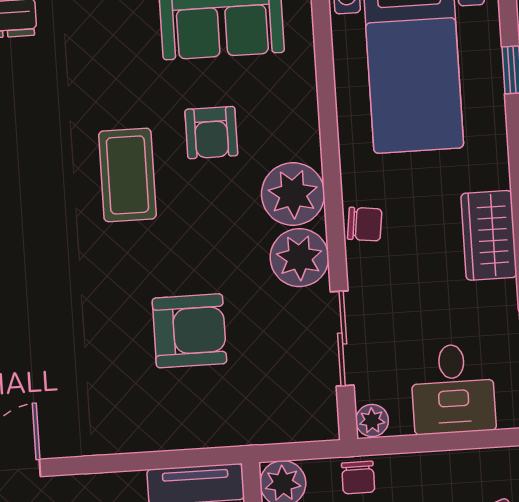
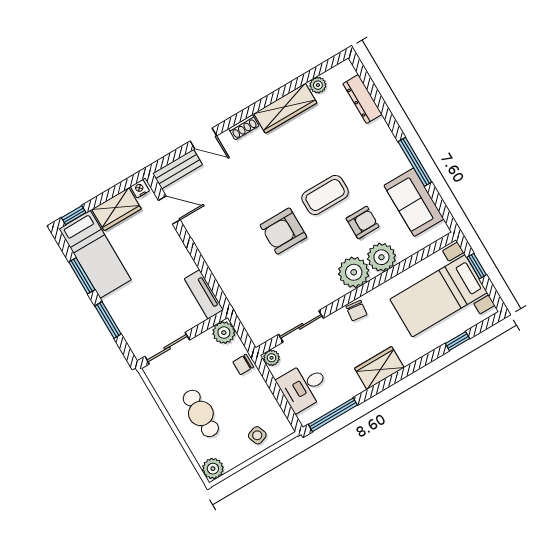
armchair: (211, 133) -> (363, 223), turned 180
plant: (299, 258) -> (381, 257), moved
armchair: (189, 331) -> (283, 231), moved, turned 90

